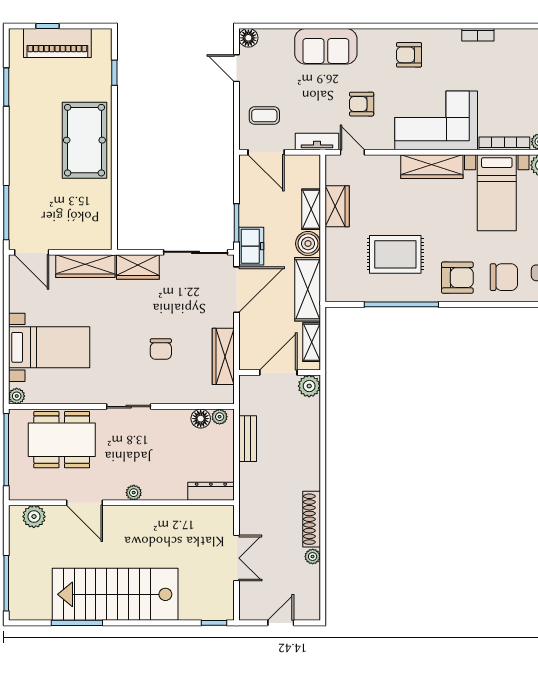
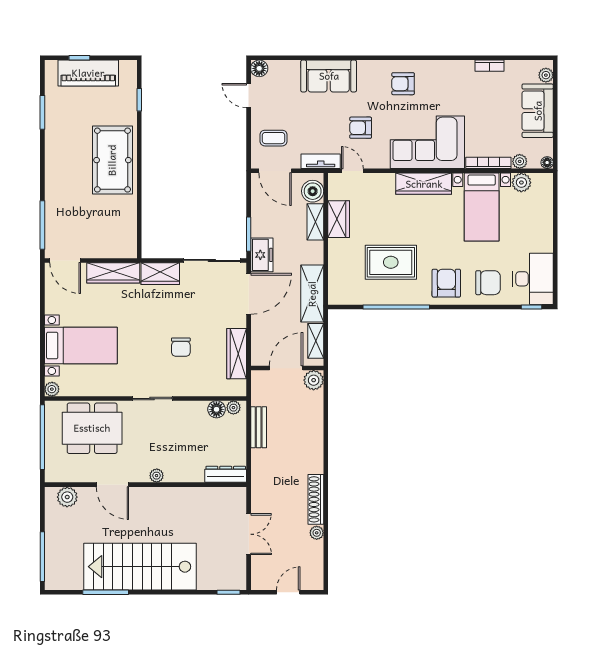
bookcase: (478, 35) -> (490, 66), moved
boiler: (308, 244) -> (313, 191), moved
armchair: (457, 278) -> (446, 283), turned -90

